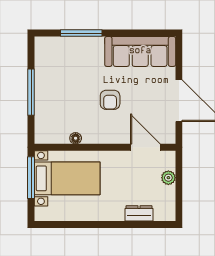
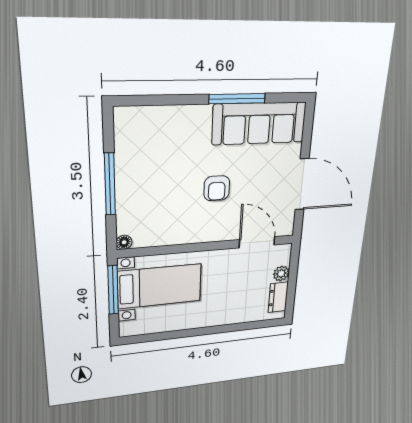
window: (81, 33) -> (237, 99), moved
floor lamp: (76, 138) -> (124, 242), moved
dresser: (139, 213) -> (278, 297), moved, turned -90

